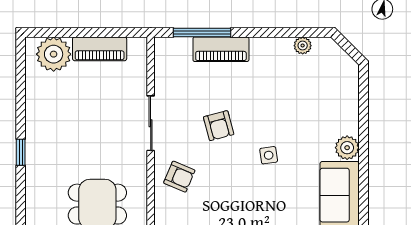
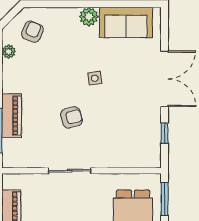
armchair: (179, 177) -> (32, 32), moved

